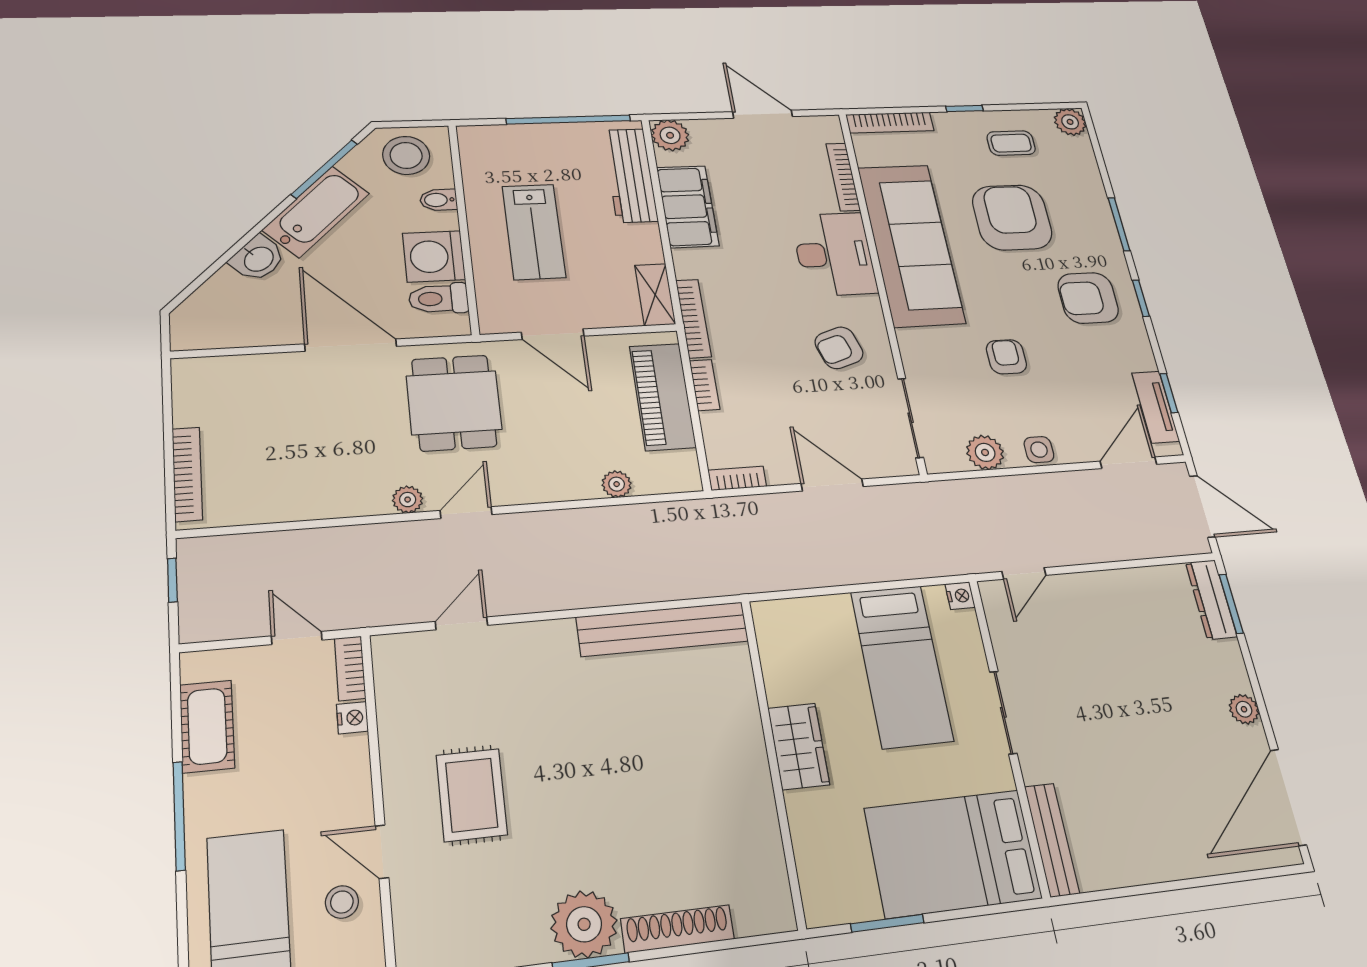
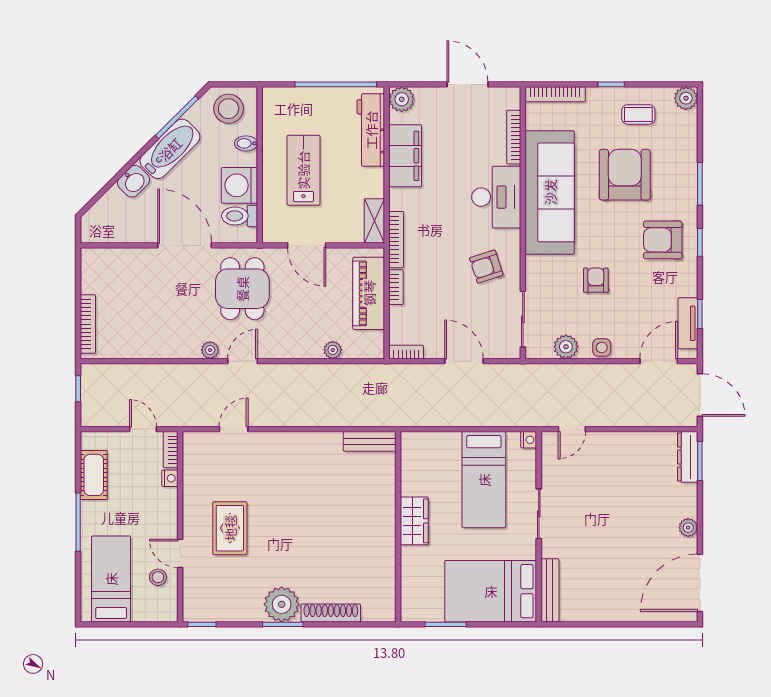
lab bench: (534, 232) -> (303, 170), turned 180
bench: (662, 629) -> (370, 441), width x0.54, depth x0.82

